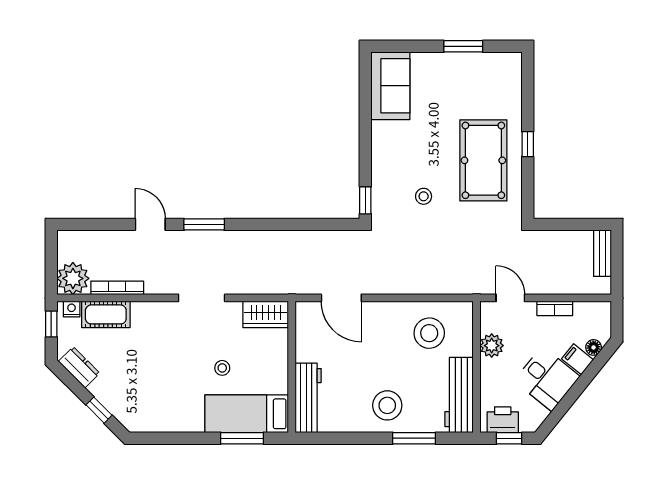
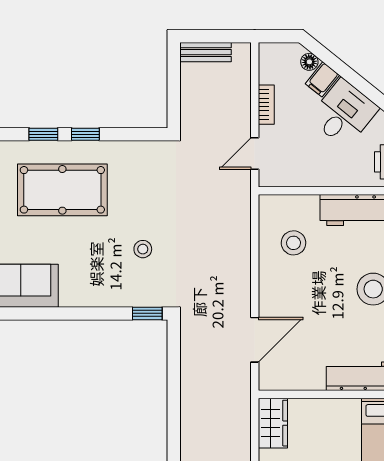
window: (528, 106) -> (43, 134), added
pool table: (483, 160) -> (62, 190), moved
stool: (429, 333) -> (294, 243), width x0.73, depth x0.73
plant: (492, 346) -> (307, 174), removed

